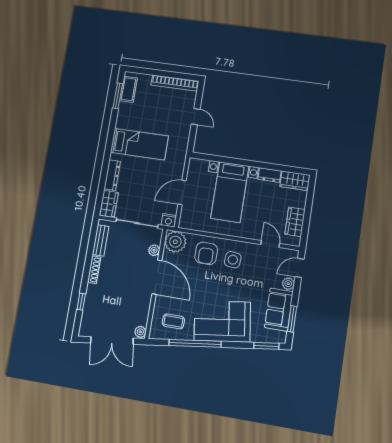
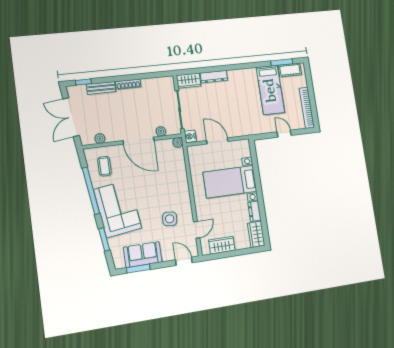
door: (196, 117) -> (284, 134), swing flipped
bed: (139, 144) -> (270, 90), moved
bench: (101, 240) -> (101, 88), moved
plant: (175, 242) -> (178, 143), width x0.53, depth x0.53
armchair: (206, 253) -> (172, 177), removed
side table: (233, 260) -> (170, 219), moved
door: (157, 277) -> (138, 141), hinge flipped
plant: (288, 284) -> (168, 256), removed
window: (81, 302) -> (83, 82), moved
plant: (140, 332) -> (100, 138), moved
window: (266, 346) -> (104, 239), moved

